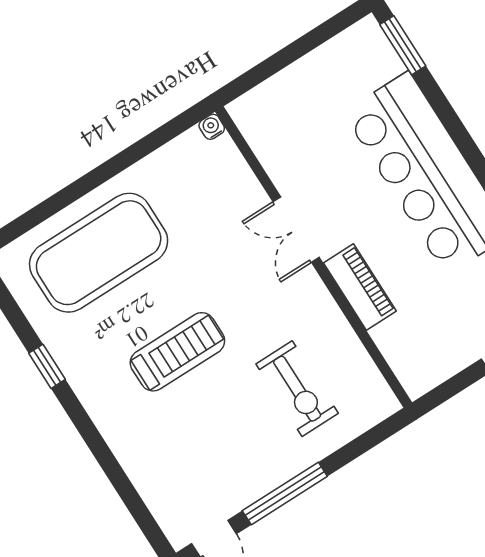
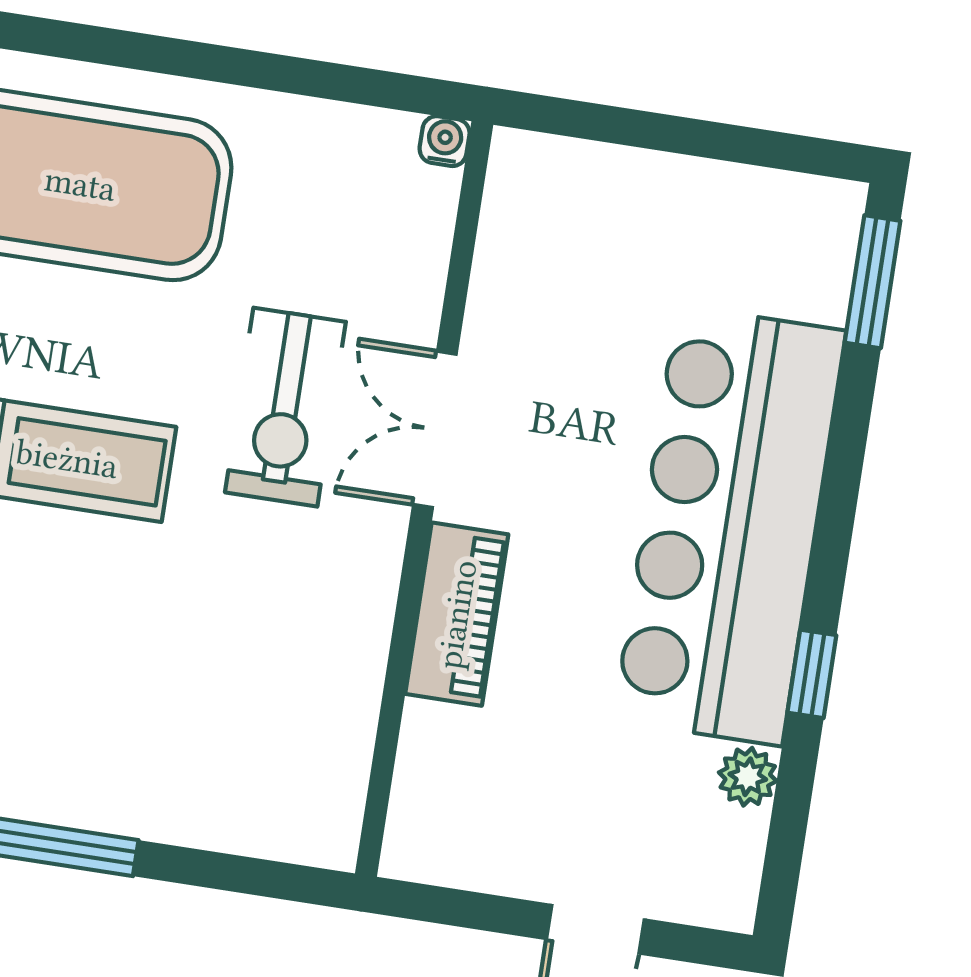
exercise bike: (297, 389) -> (285, 407), moved

